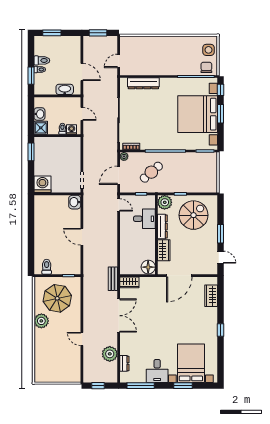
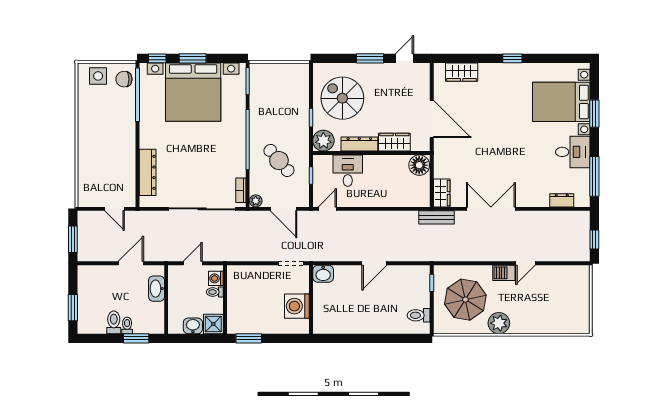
washing machine: (42, 184) -> (297, 306), moved
barbecue: (75, 324) -> (504, 273), added
plant: (110, 354) -> (548, 222), removed

